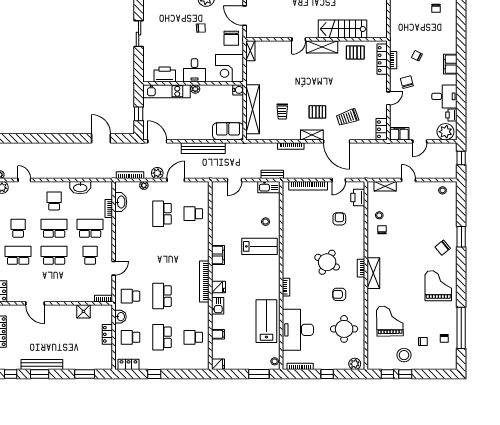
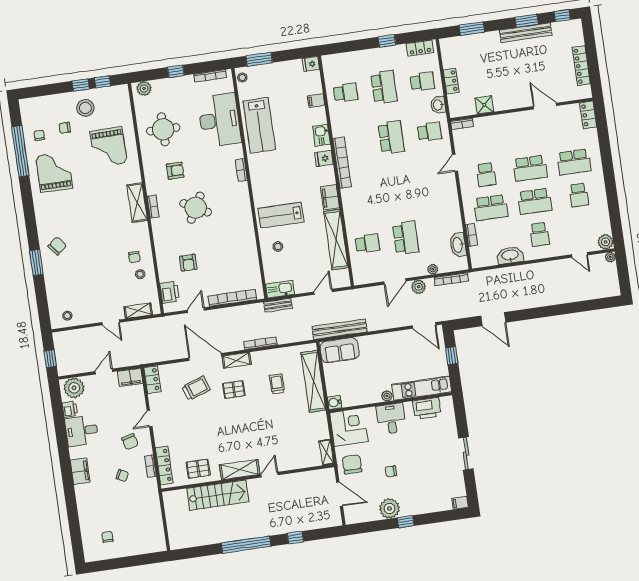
bench: (203, 148) -> (339, 329), moved
shelving: (218, 220) -> (336, 240), added
grand piano: (438, 286) -> (54, 172), moved, turned 180

